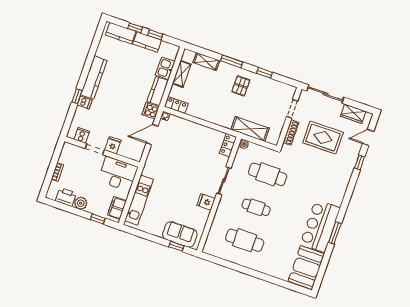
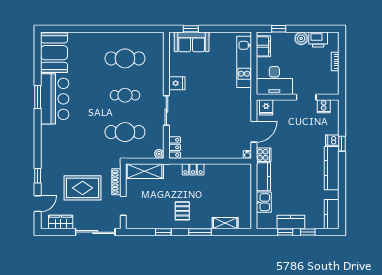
kitchen counter: (121, 33) -> (332, 214), moved, turned -90
shelving: (182, 74) -> (245, 202), removed
locker: (176, 105) -> (193, 169), moved
shelving: (250, 129) -> (145, 171), moved
fridge: (113, 145) -> (266, 107), moved

